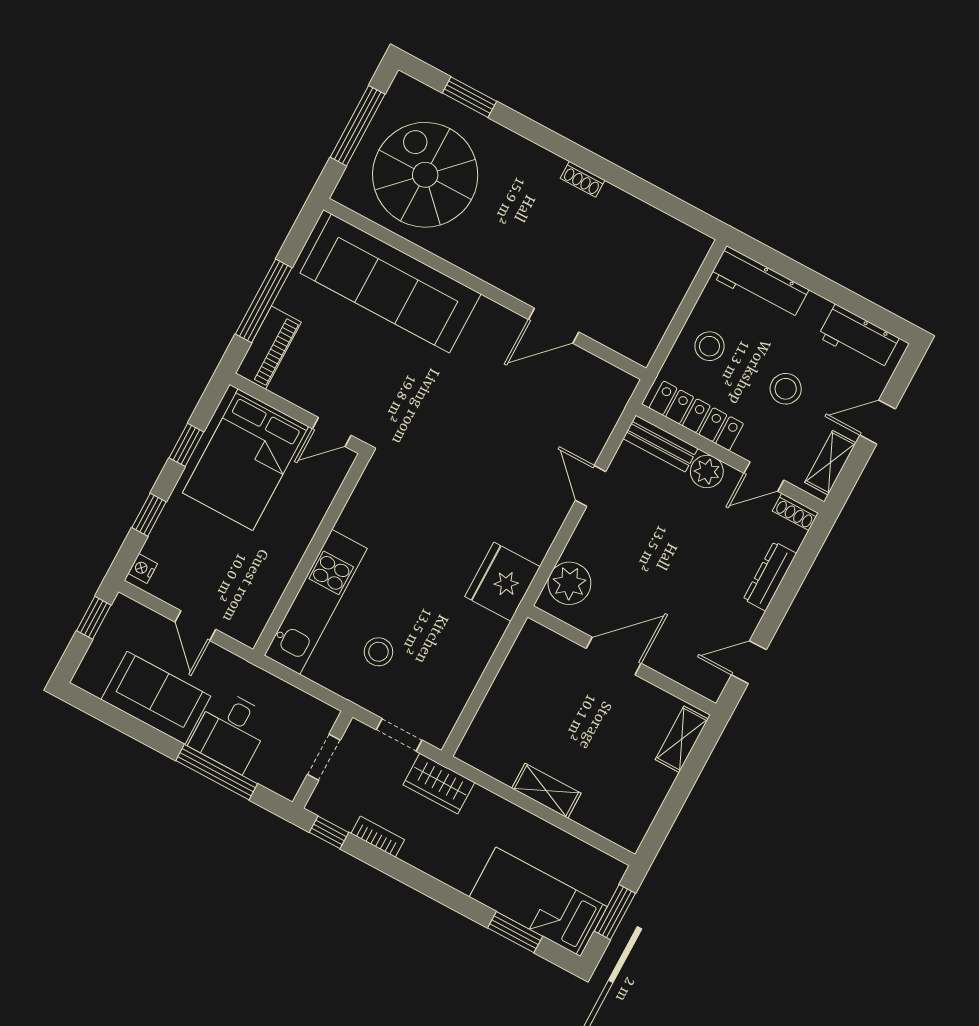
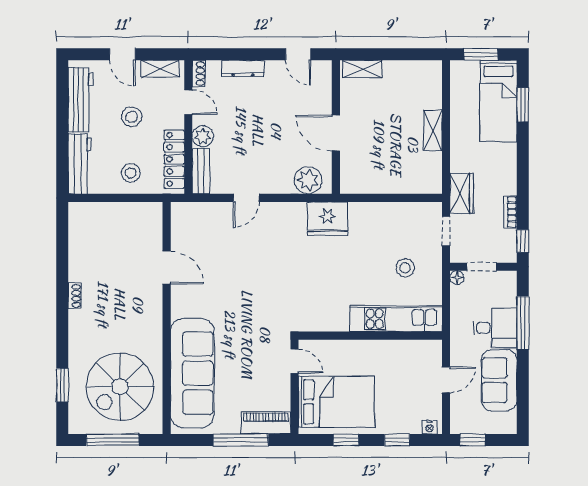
workbench: (858, 337) -> (80, 100), width x1.37
floor lamp: (327, 715) -> (457, 278), added

